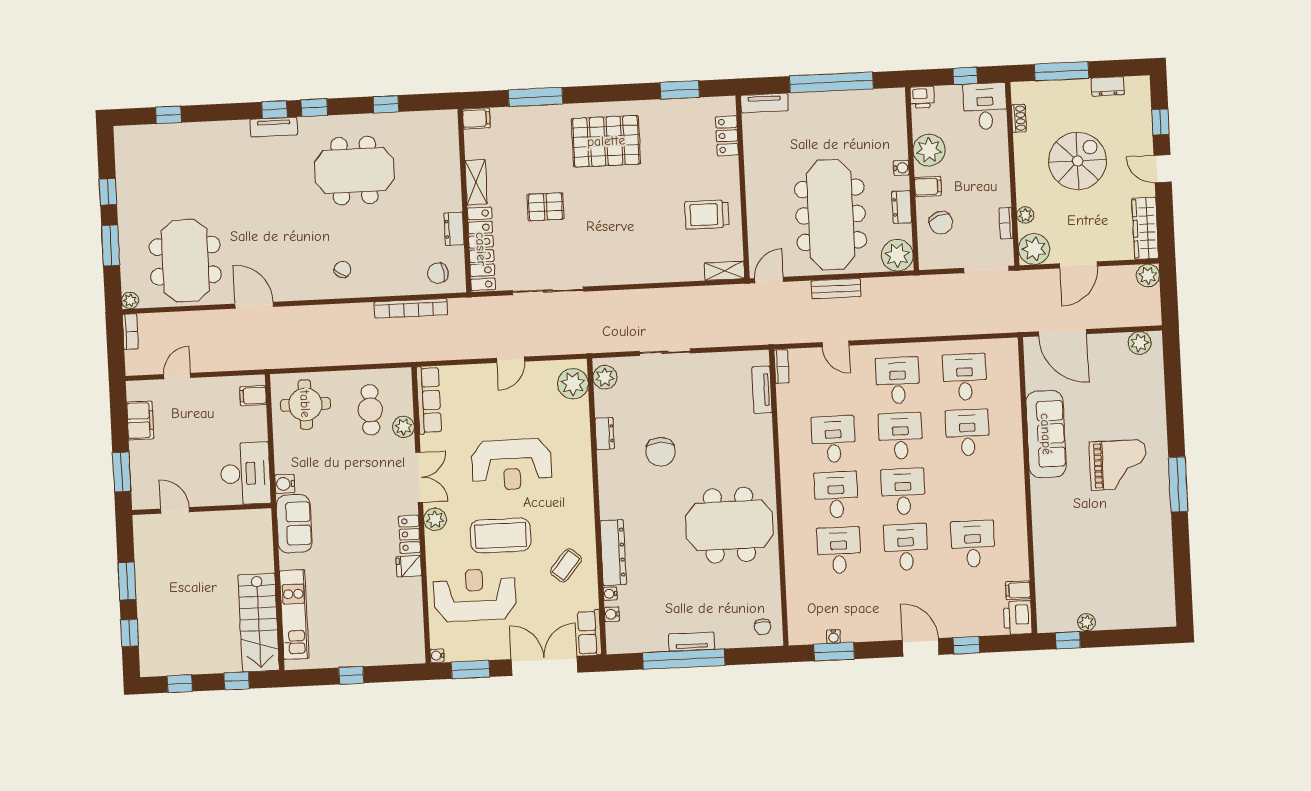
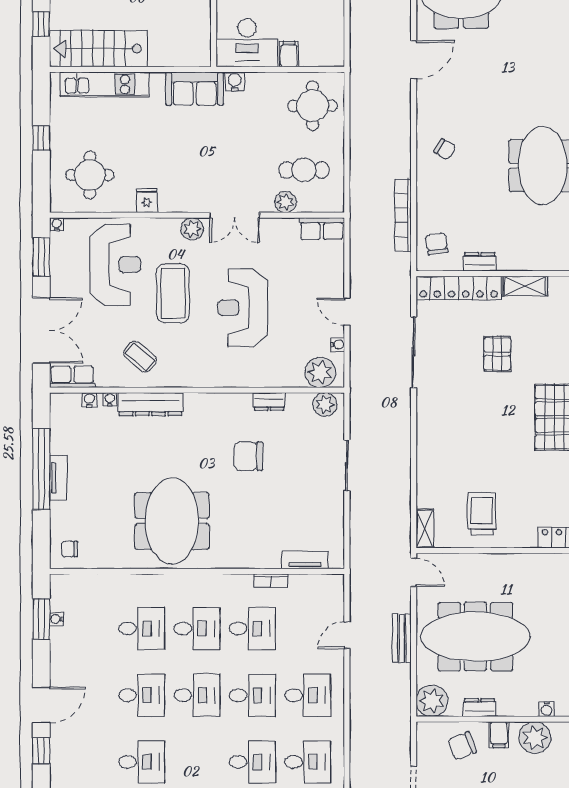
water cooler: (901, 168) -> (547, 709), moved
water cooler: (544, 367) -> (338, 345), added
bookcase: (782, 367) -> (271, 581), moved
filing cabinet: (253, 396) -> (289, 54), moved
row of seats: (429, 400) -> (322, 229), width x0.68
locker: (409, 534) -> (178, 203), removed
round table: (386, 625) -> (90, 175), added

